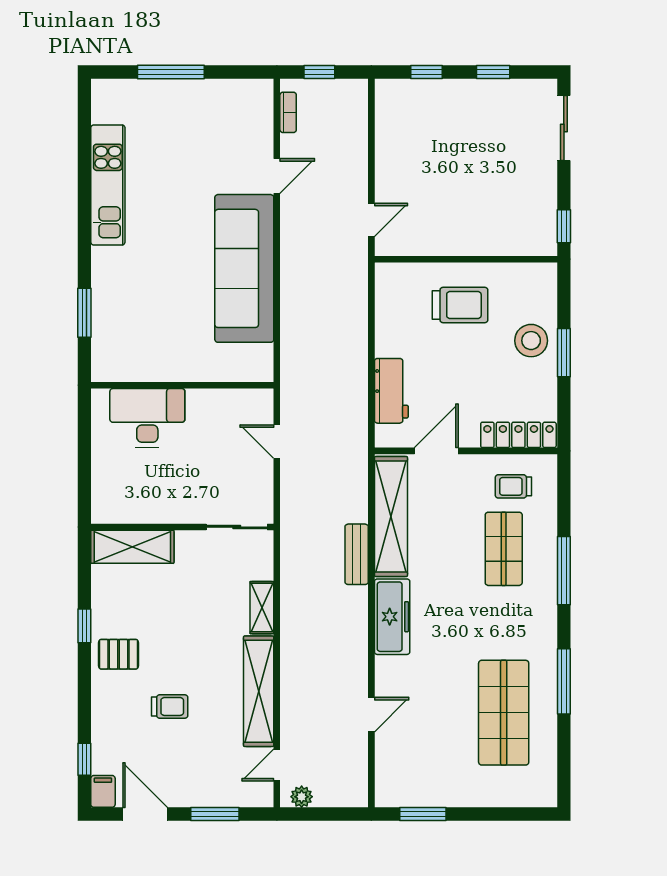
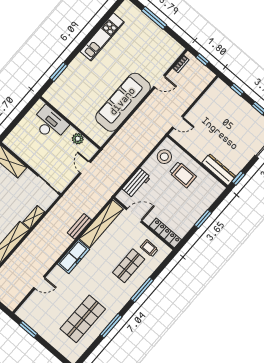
dresser: (516, 241) -> (219, 170), added
stool: (531, 341) -> (164, 157), moved
plant: (220, 402) -> (78, 139), added

